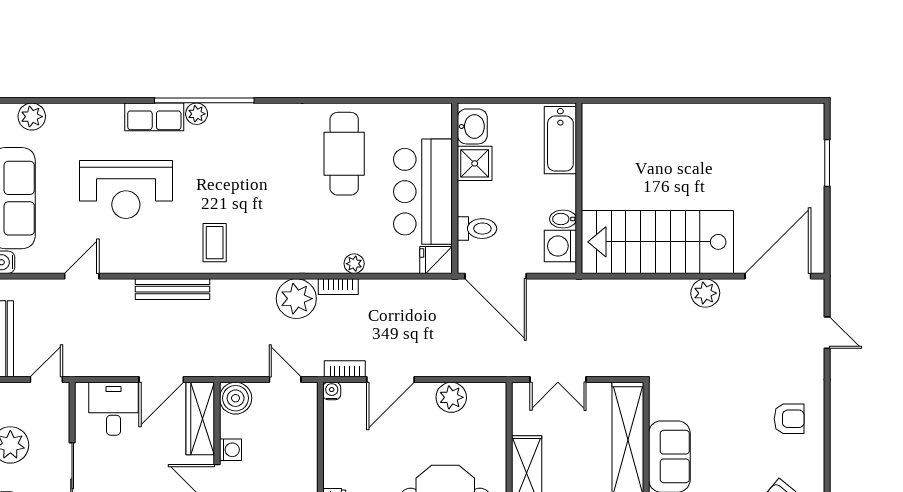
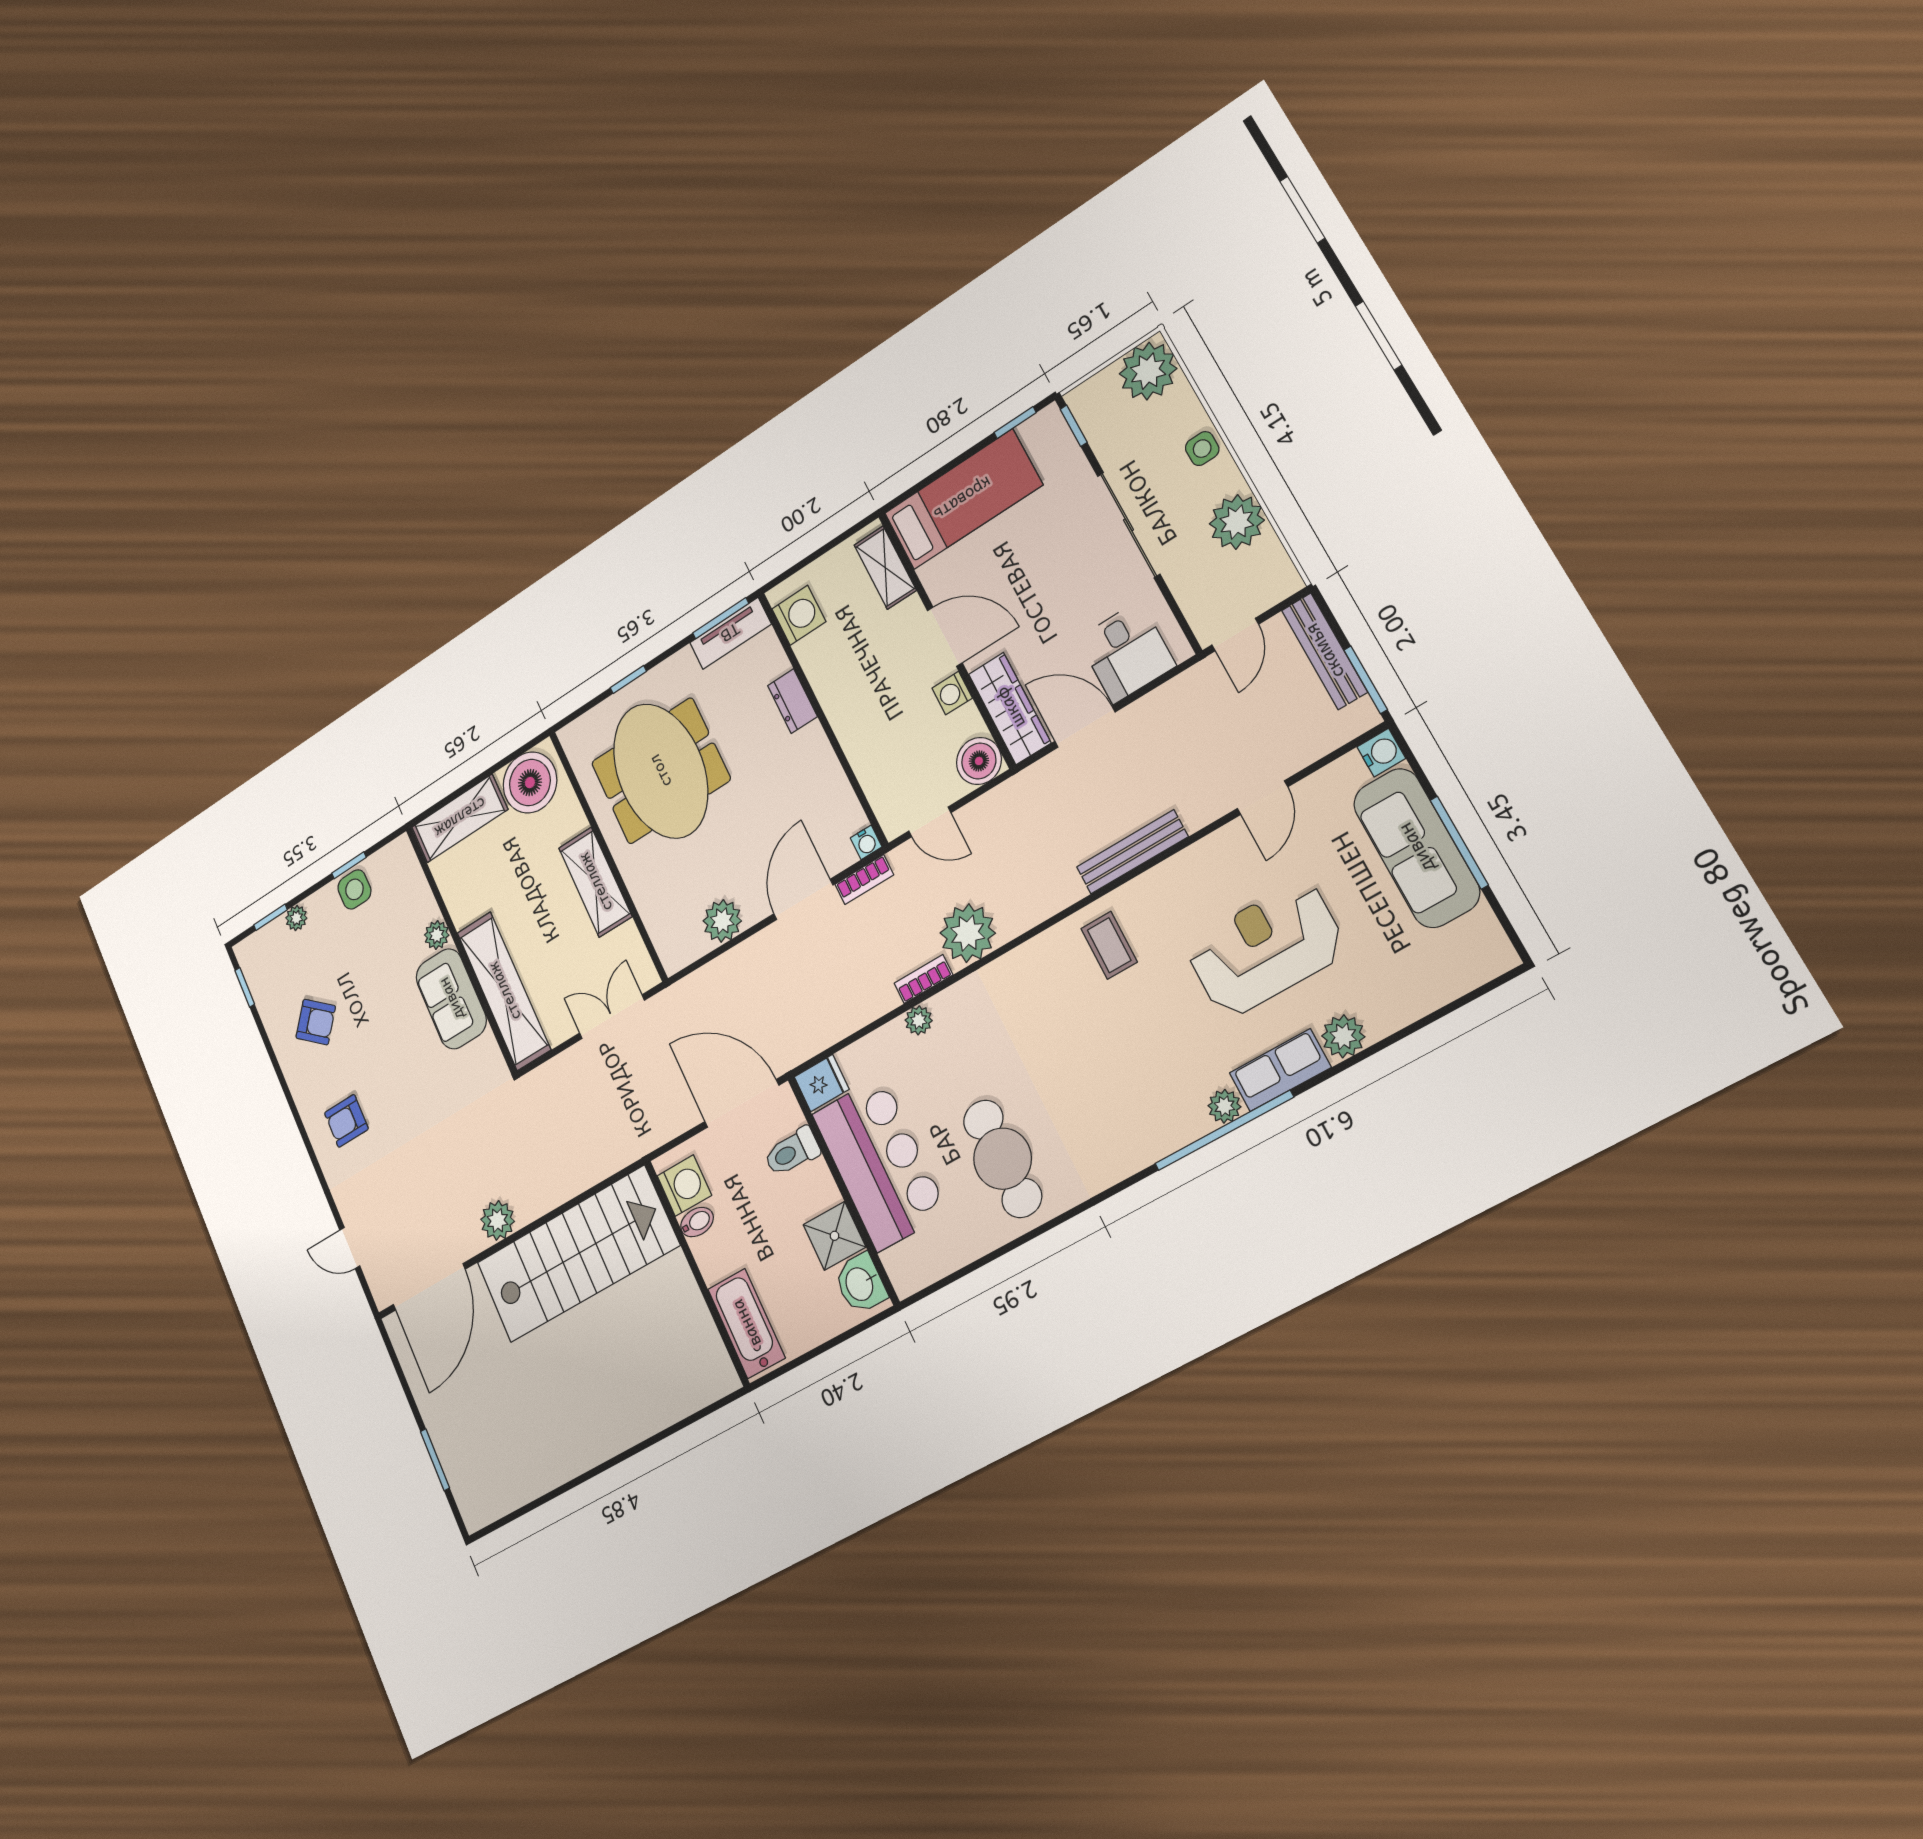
plant: (32, 117) -> (1343, 1036), moved
door: (161, 380) -> (1085, 727), hinge flipped

